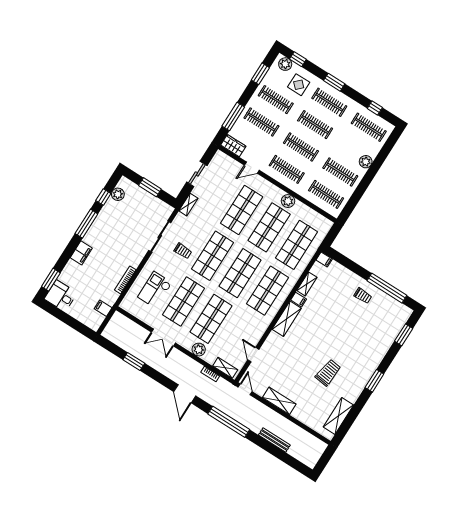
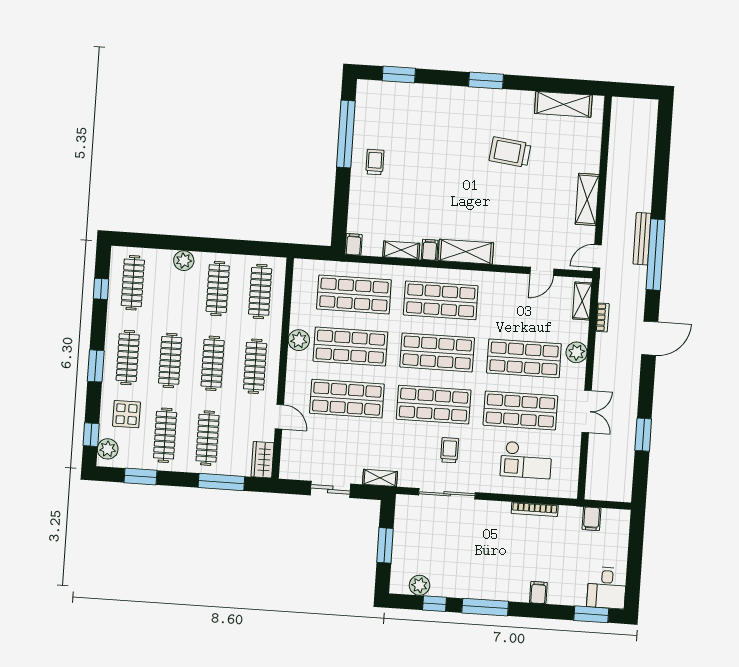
filing cabinet: (81, 253) -> (538, 593), width x0.50
bench: (274, 440) -> (642, 239), moved

